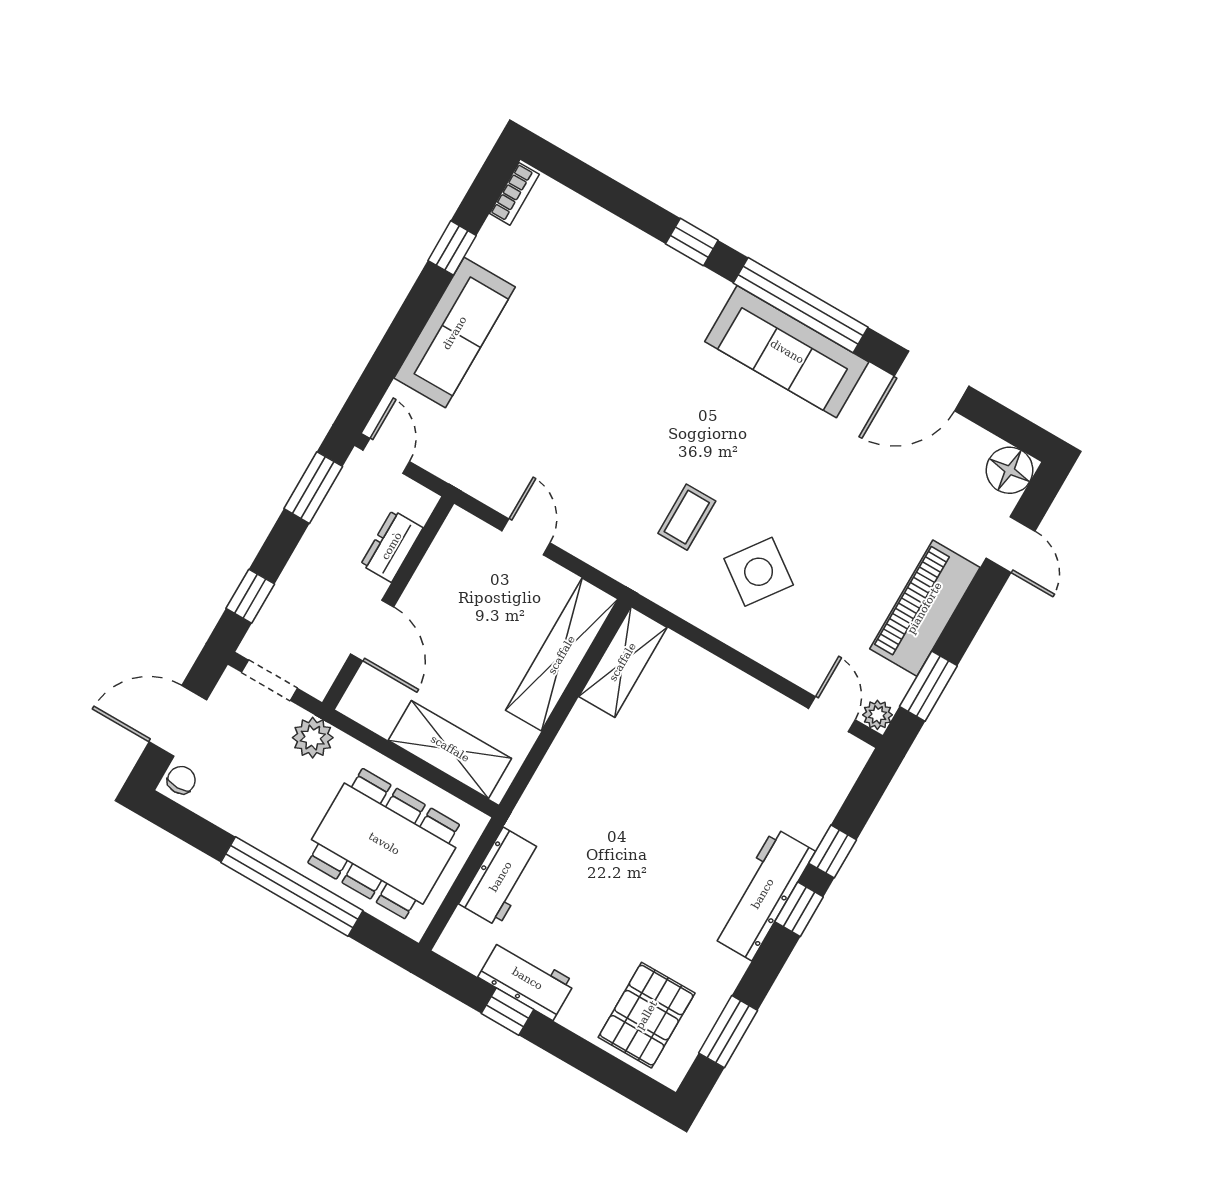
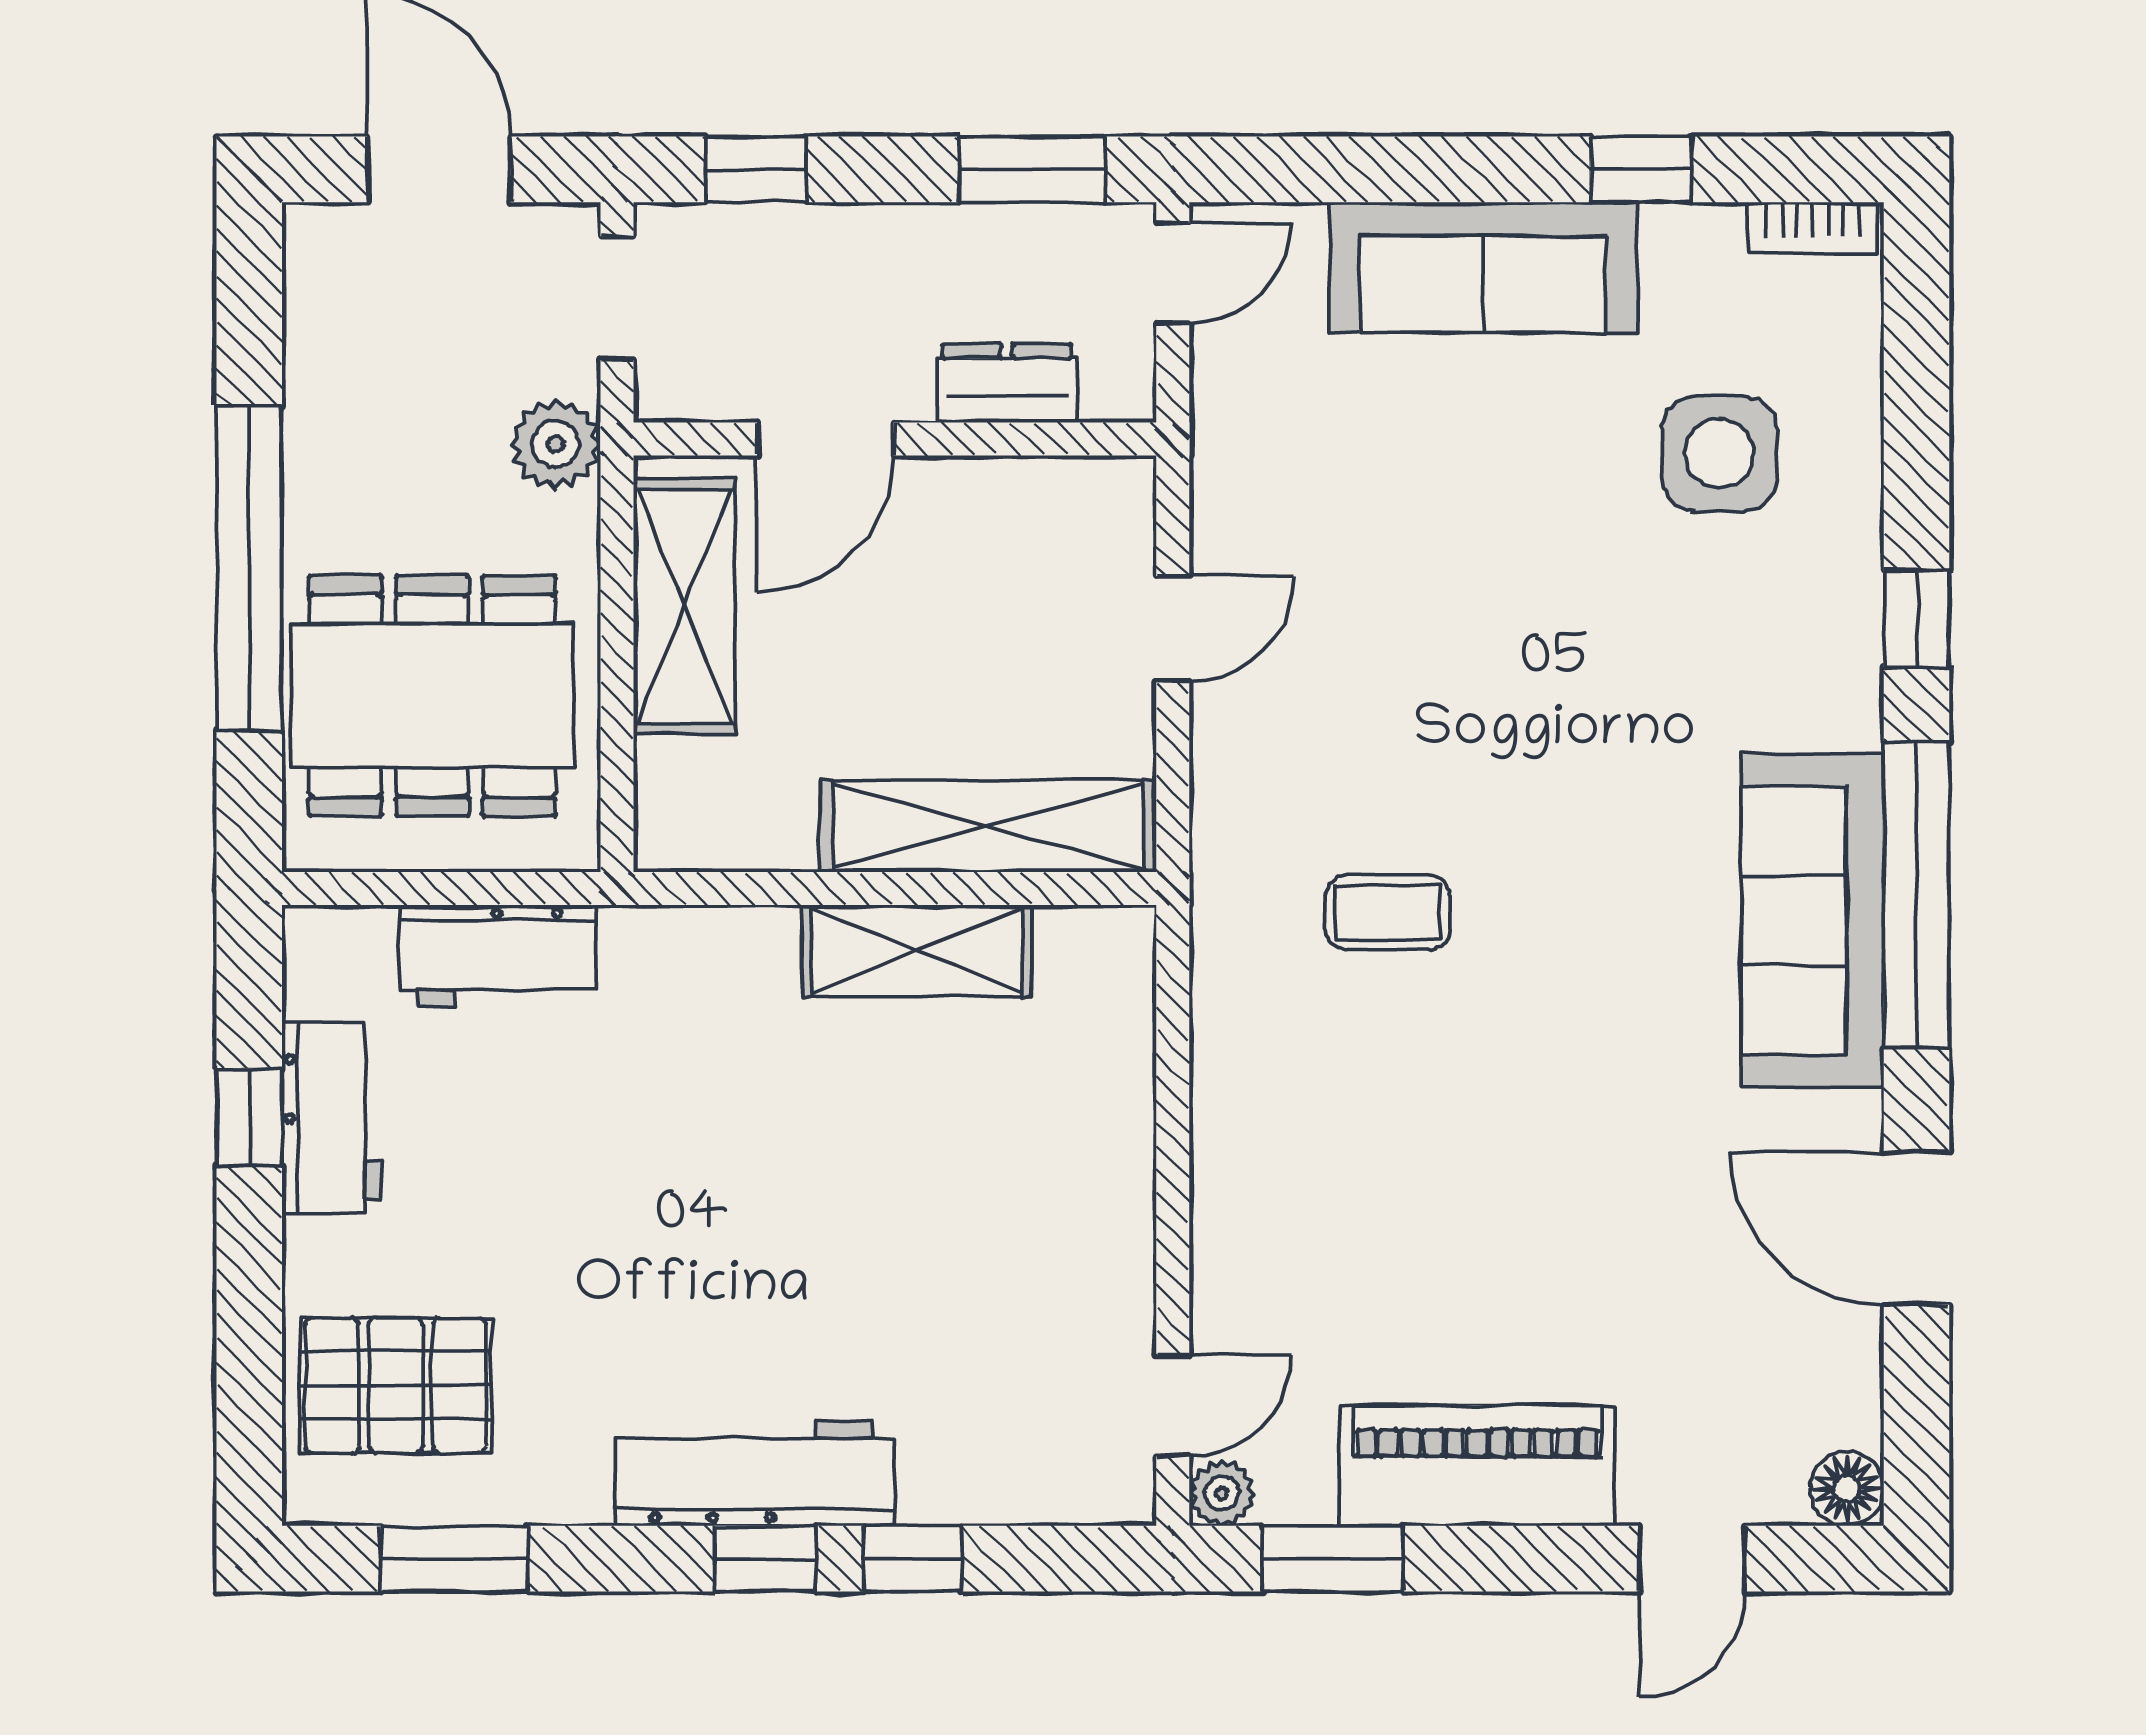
floor lamp: (1010, 470) -> (1847, 1489), width x0.73, depth x0.73
side table: (759, 572) -> (1719, 453), moved, turned -36
shelving: (623, 662) -> (917, 951), moved
shelving: (450, 749) -> (684, 606), moved
chair: (181, 780) -> (330, 241), removed
dining table: (384, 844) -> (432, 696), turned 90

